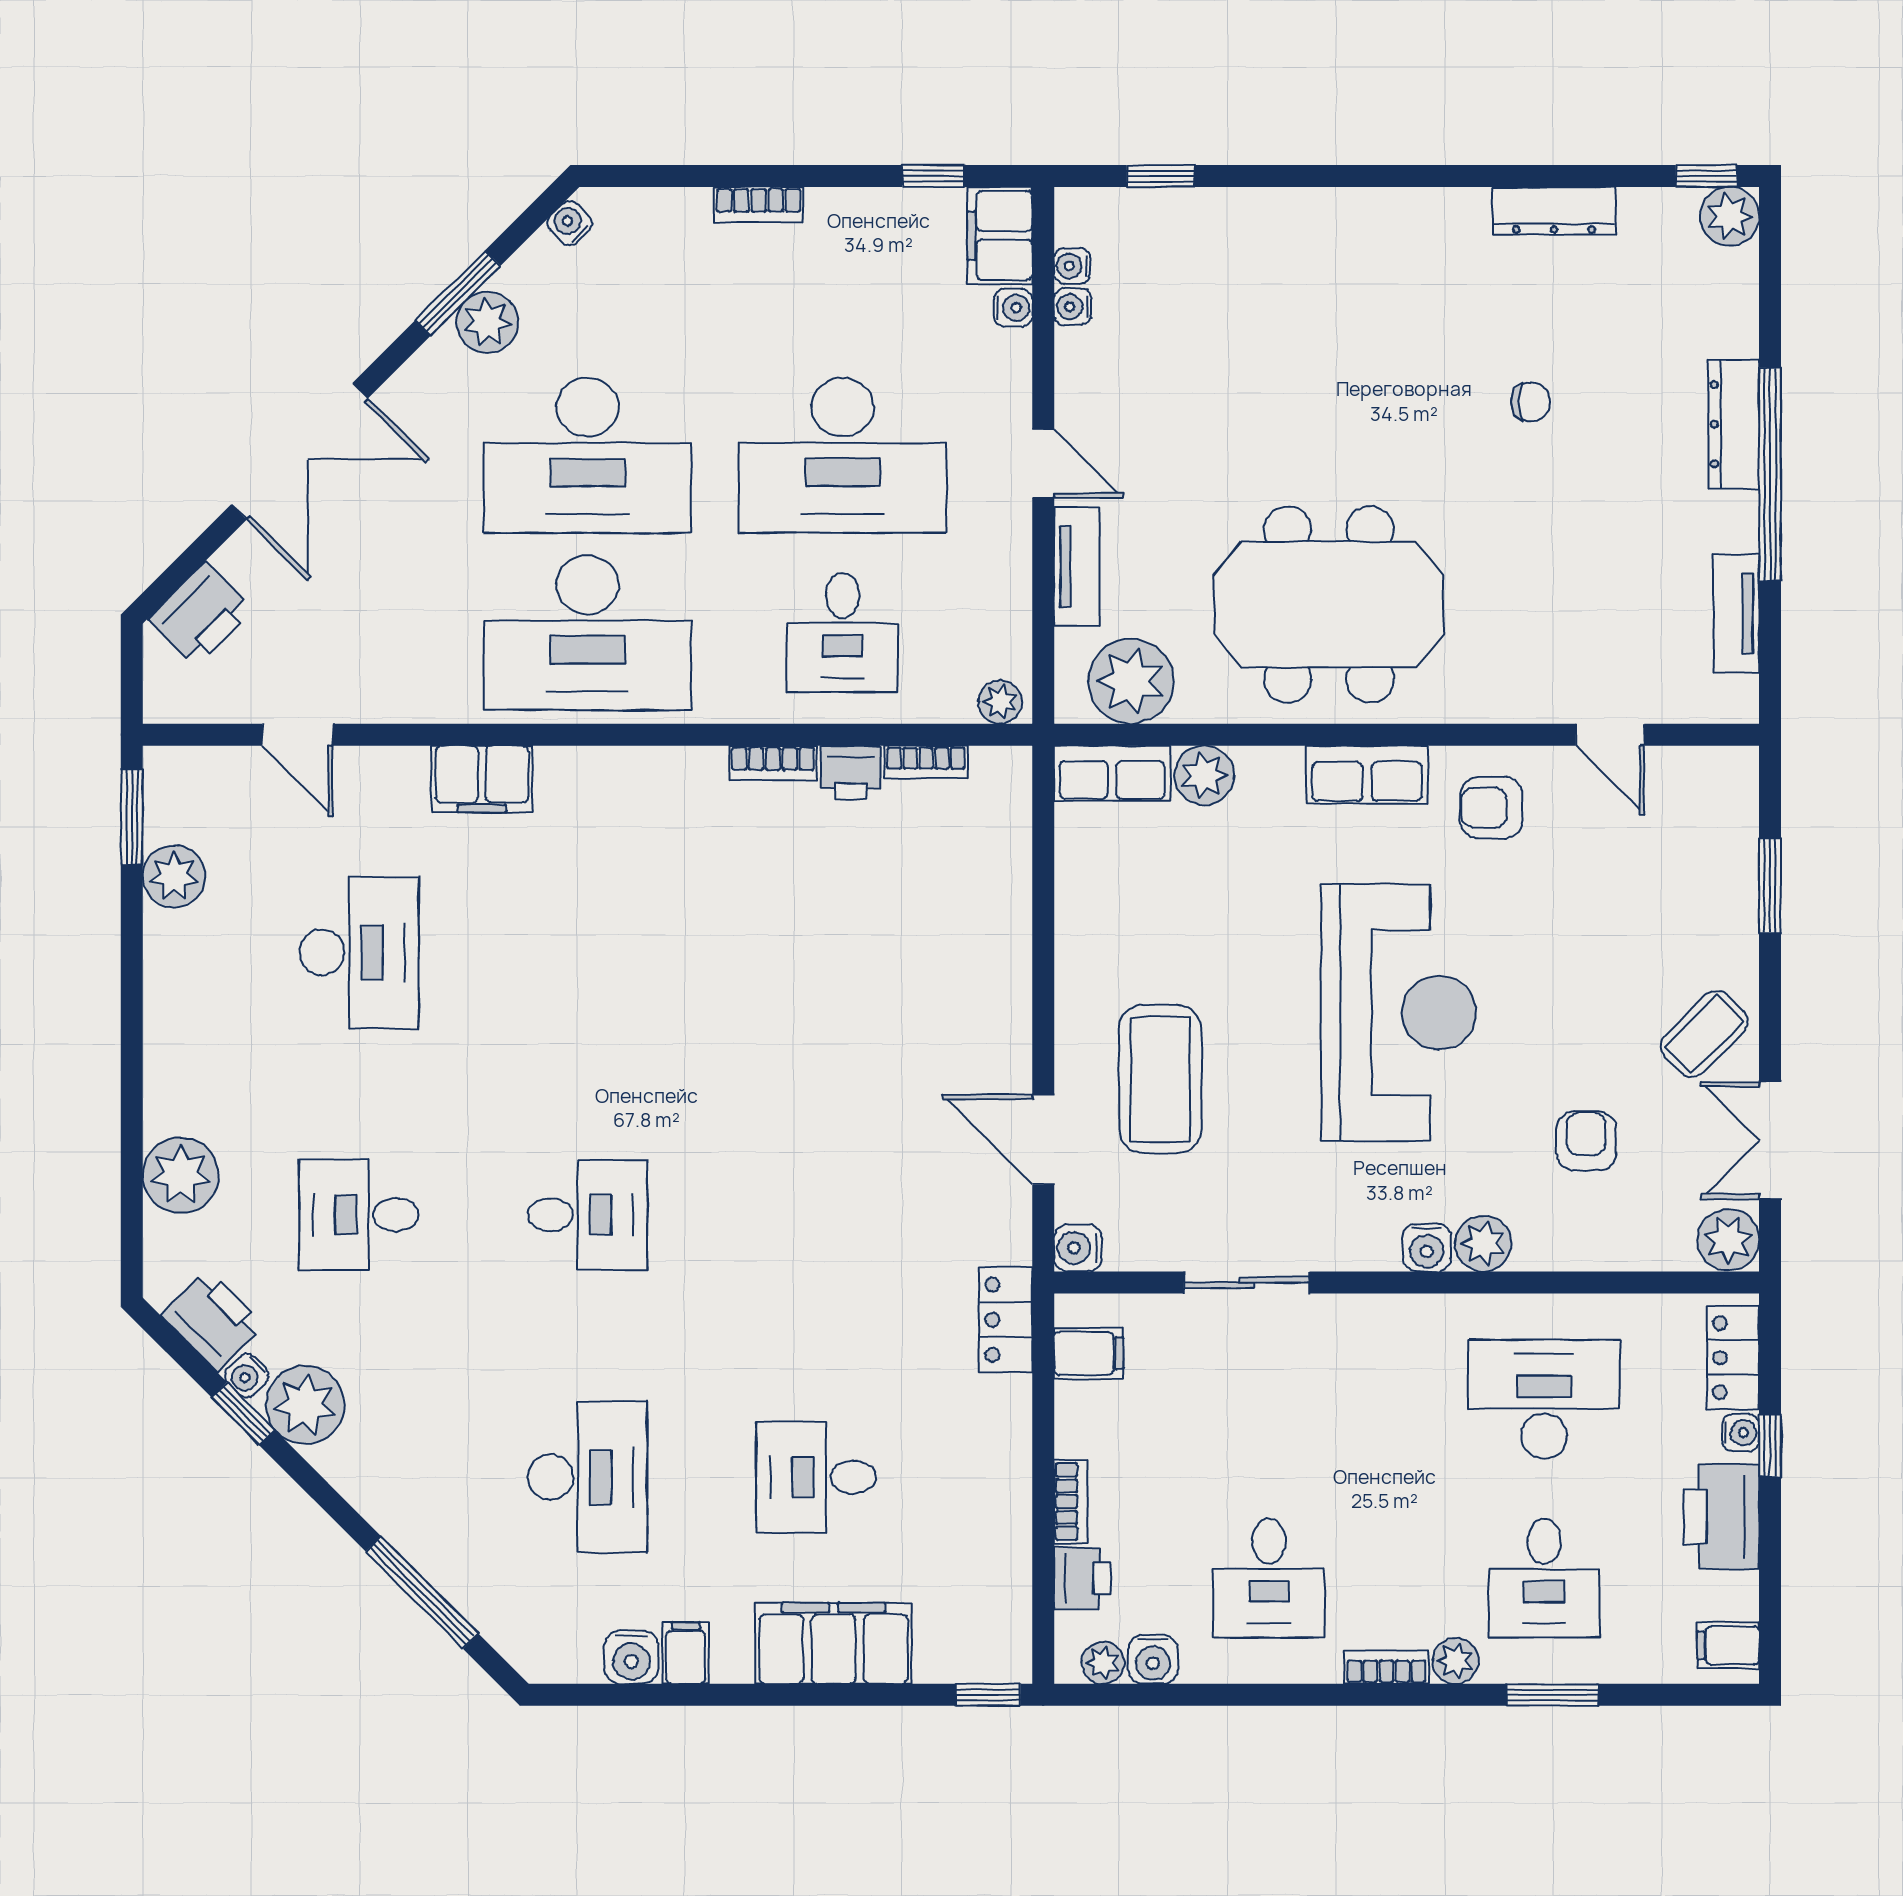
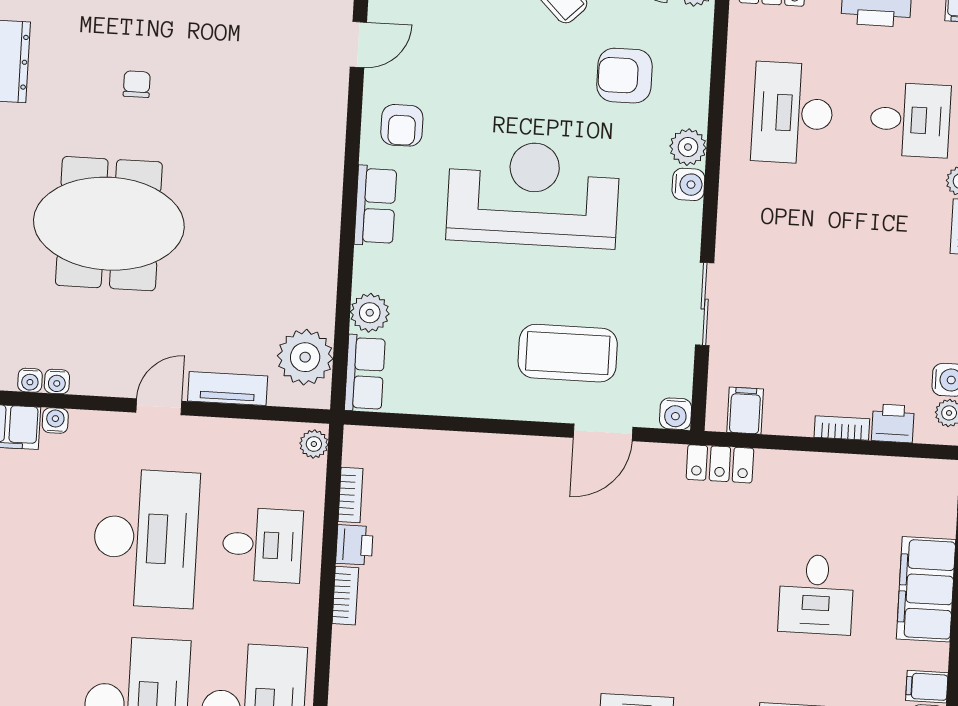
meeting table: (1329, 605) -> (109, 224), moved, turned 90
armchair: (1586, 1141) -> (624, 76), width x1.38, depth x1.38
desk: (1269, 1578) -> (900, 301), removed

